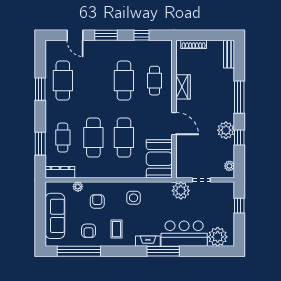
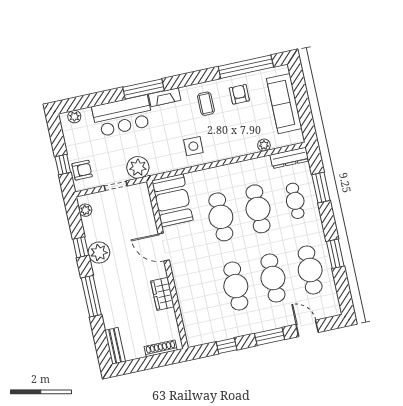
cafe table: (155, 81) -> (273, 278), moved, width x1.37, depth x1.35
armchair: (97, 201) -> (82, 170), moved, turned -90
plant: (218, 237) -> (74, 117), width x0.53, depth x0.53

